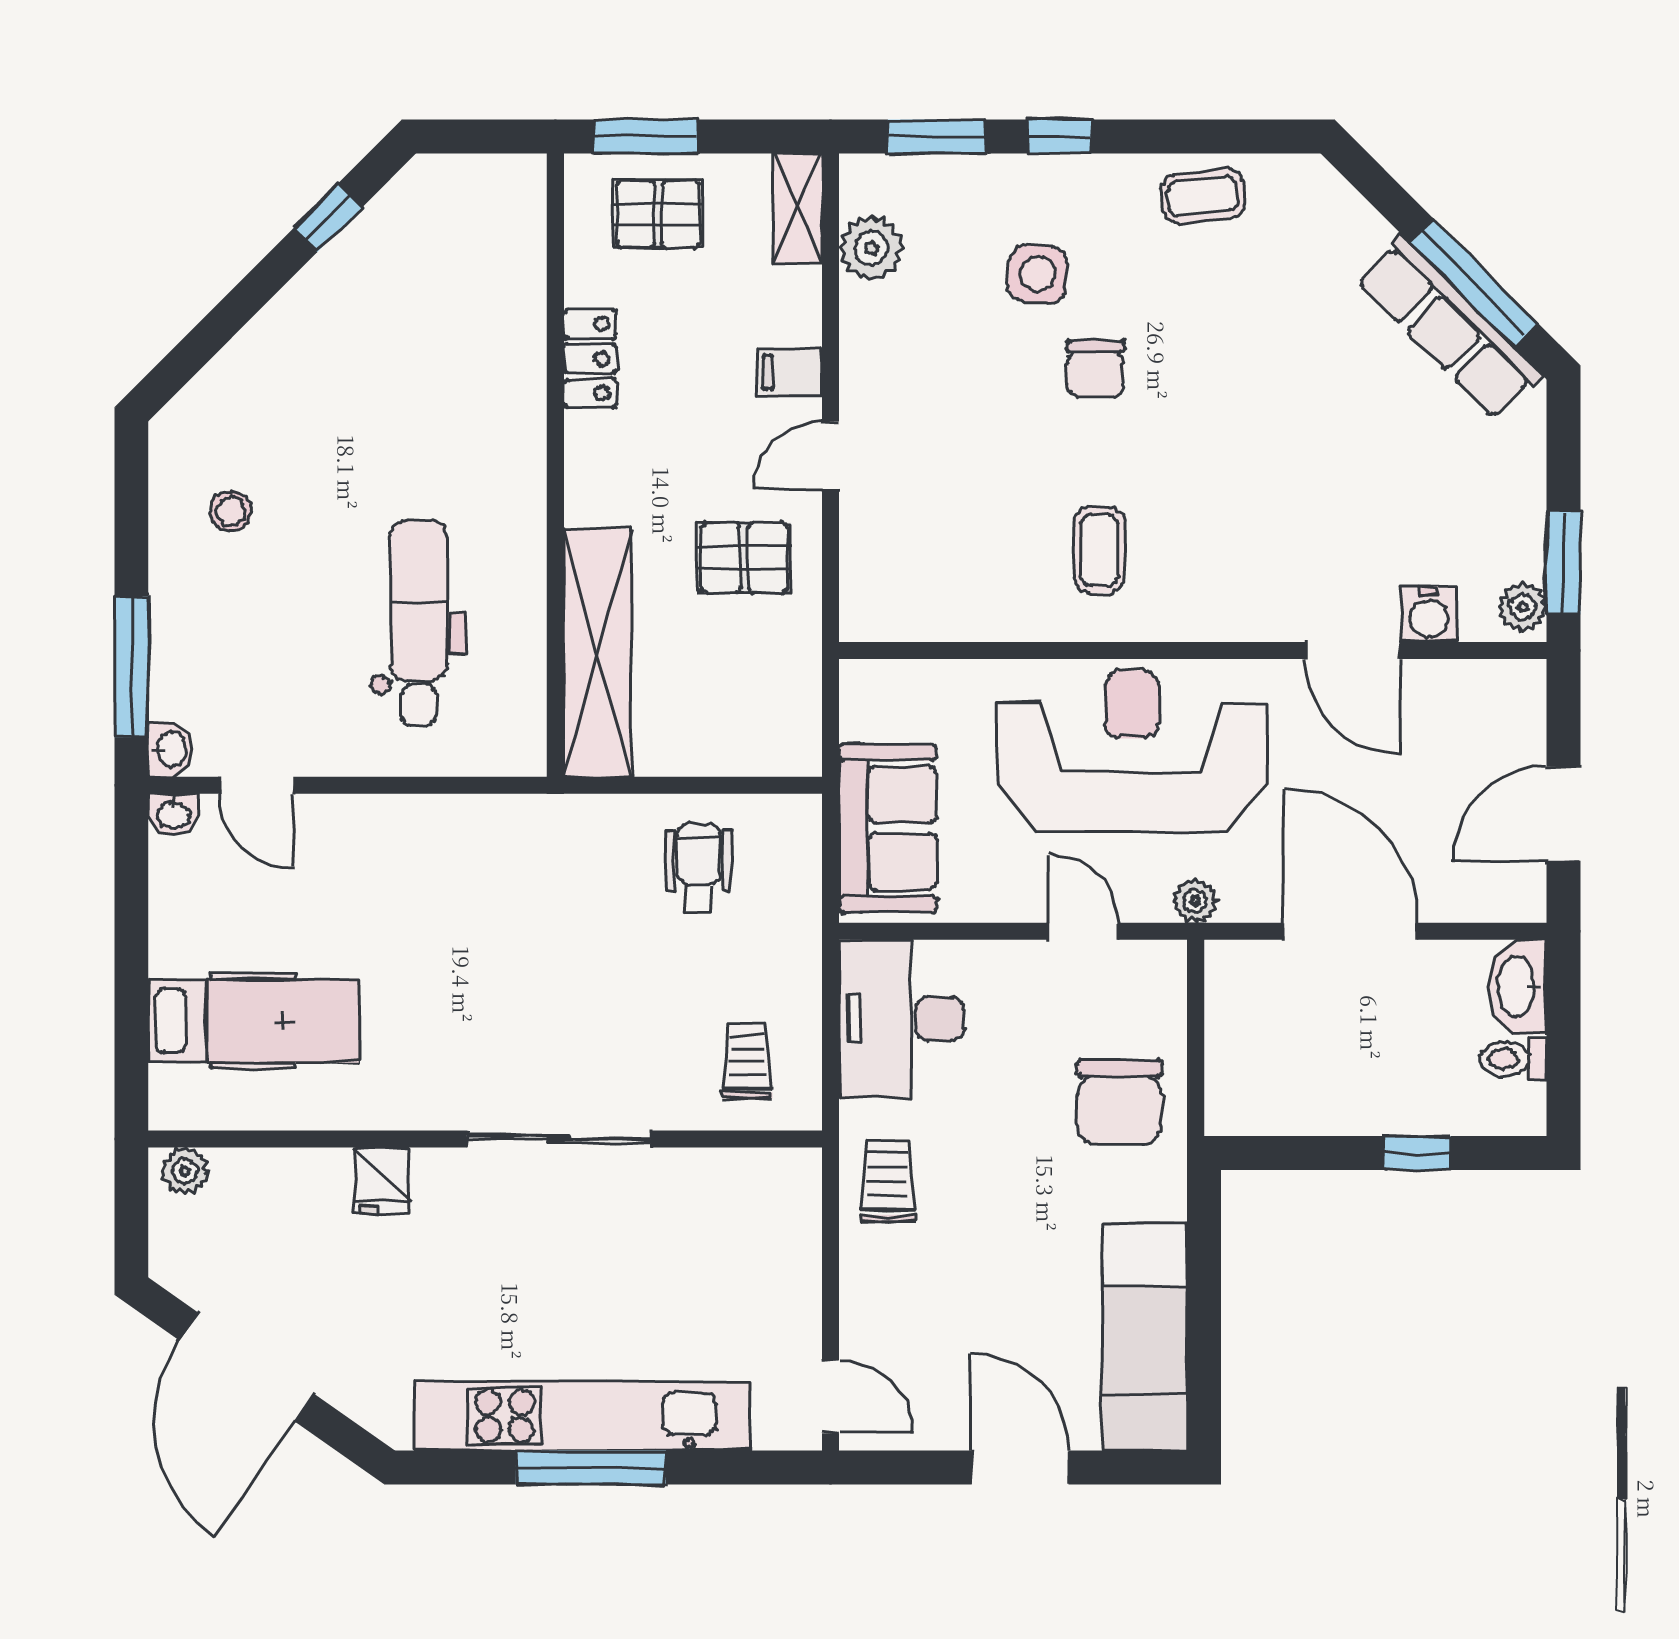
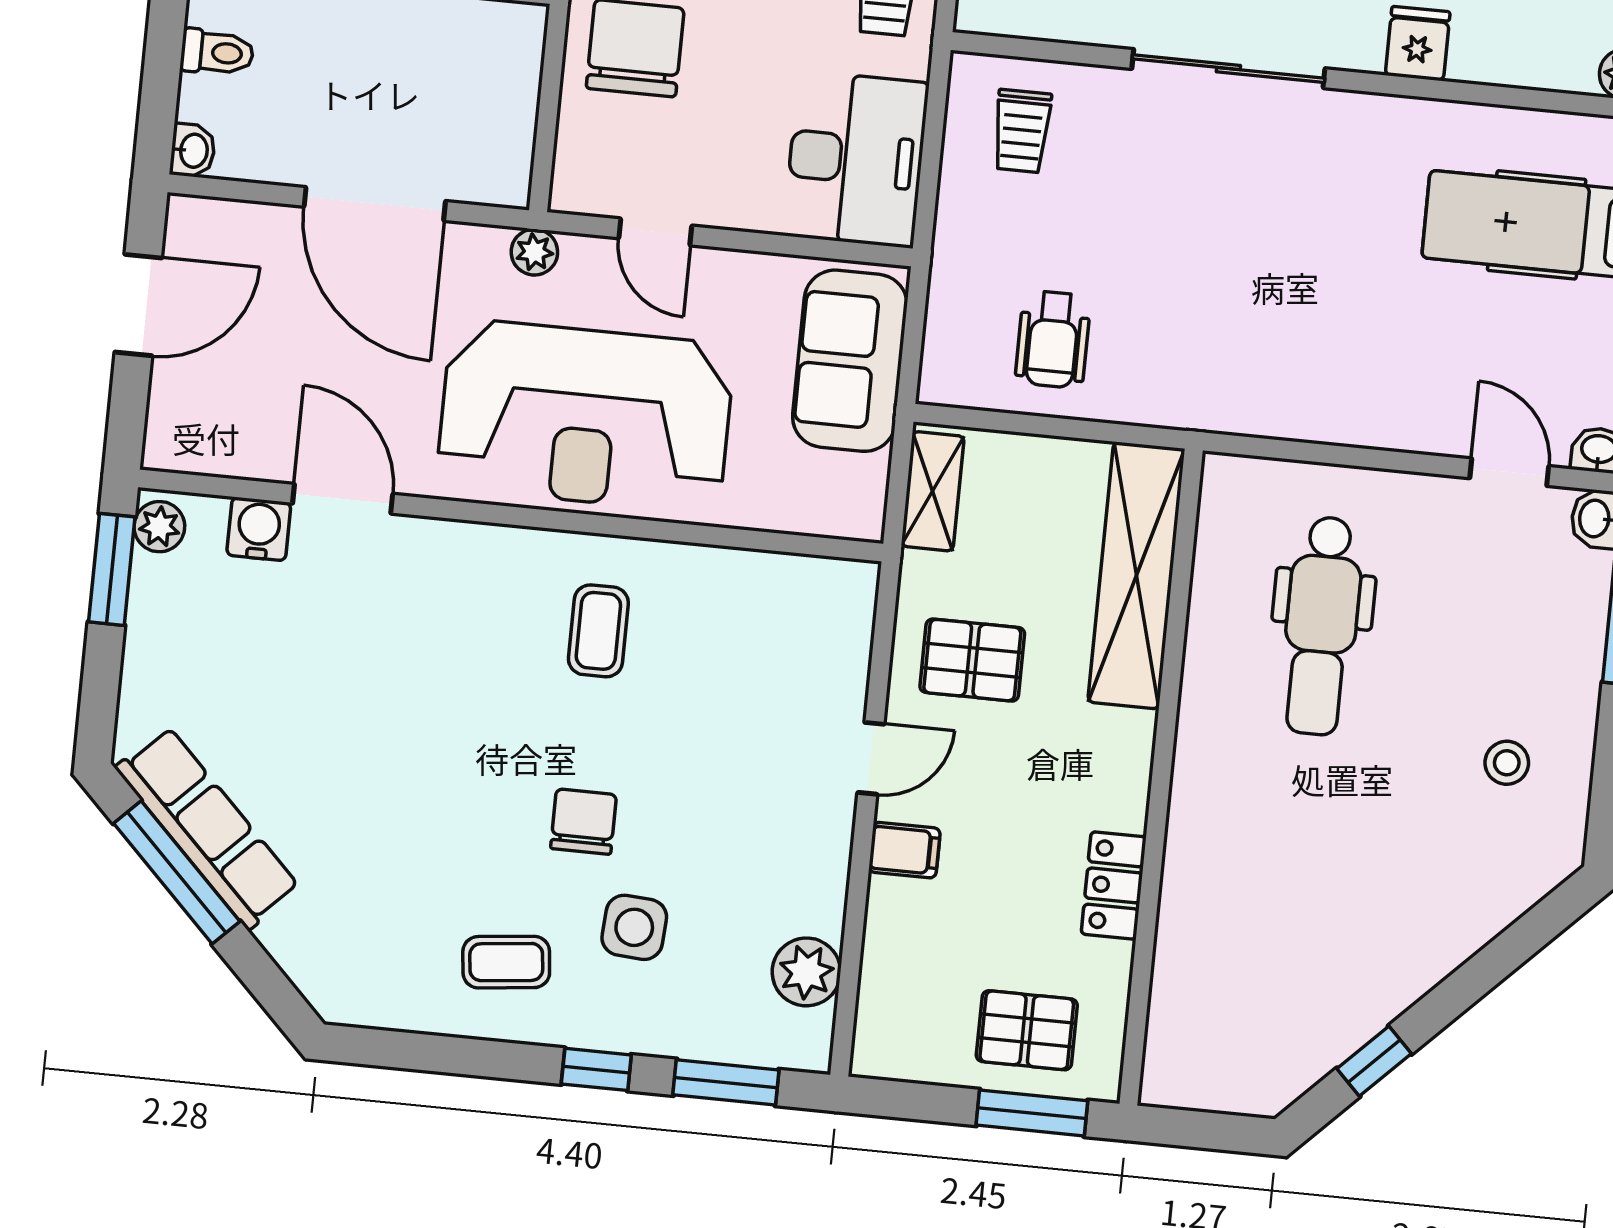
coffee table: (1203, 196) -> (506, 962), moved
shelving: (797, 208) -> (933, 491), moved
washbasin: (1518, 987) -> (193, 151), width x0.52, depth x0.69

